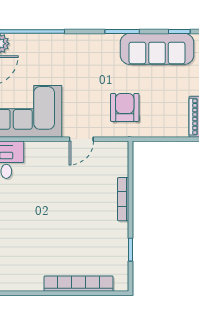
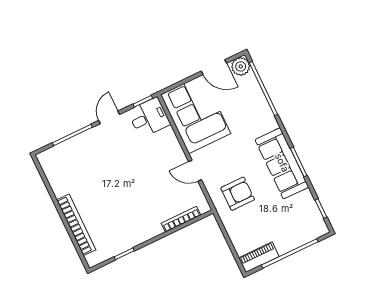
sofa: (157, 49) -> (282, 163), moved
bookcase: (123, 199) -> (181, 219), moved

